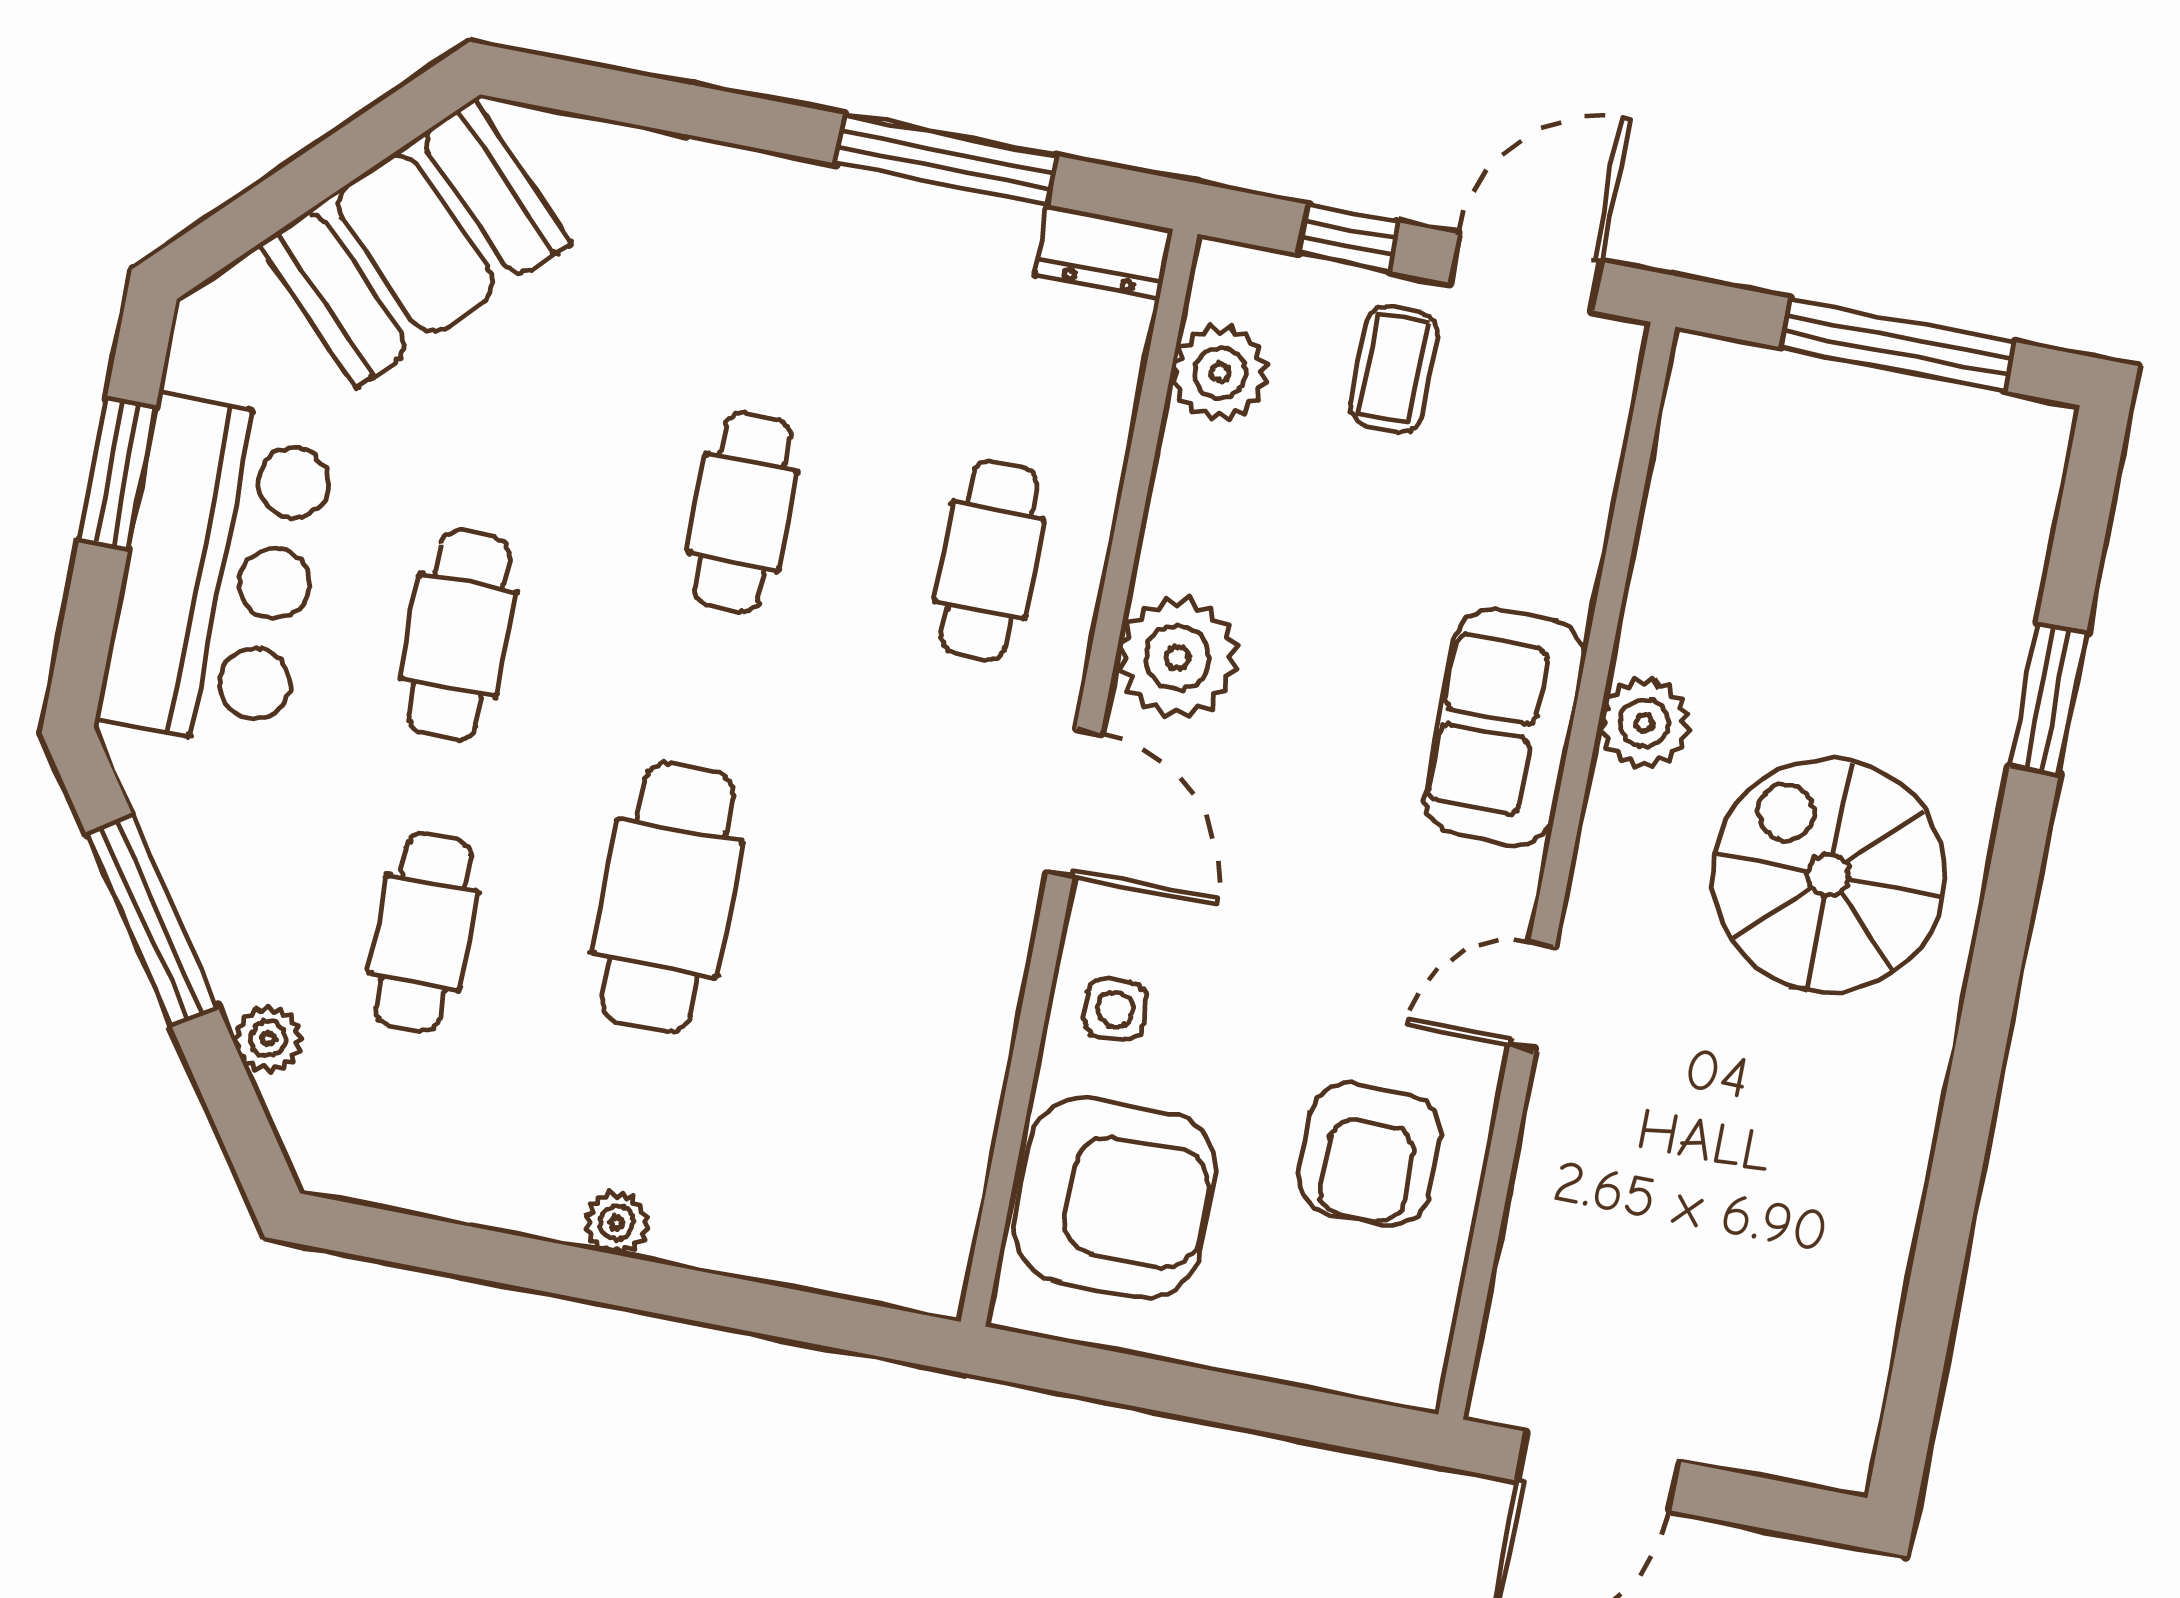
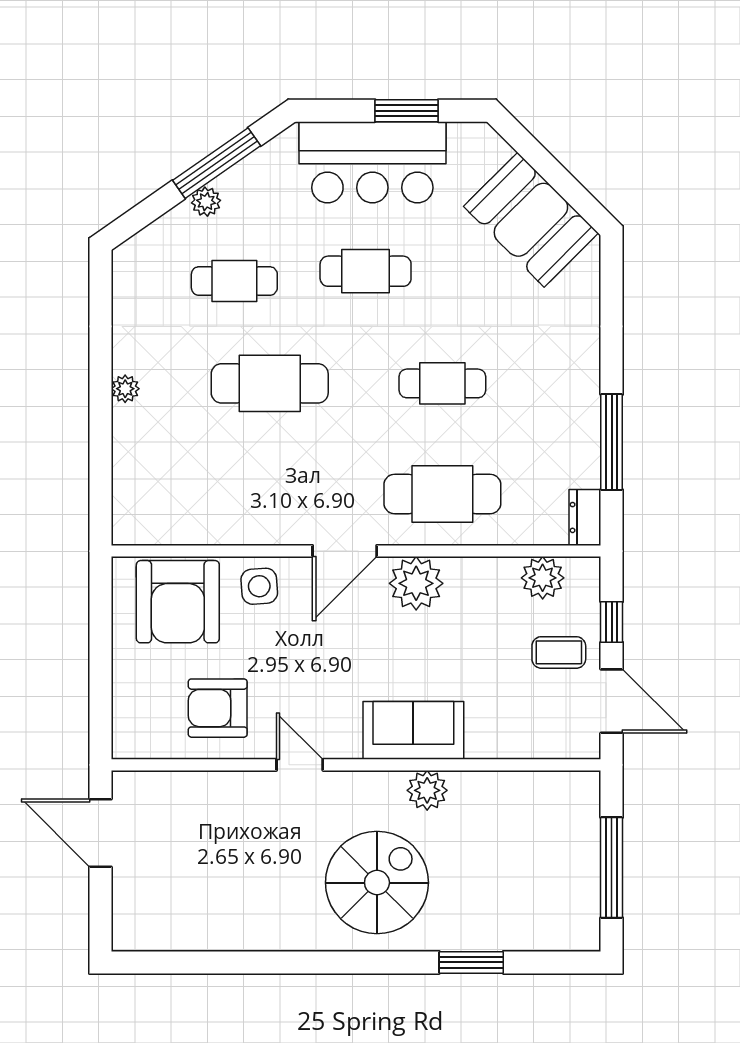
cafe table: (989, 560) -> (442, 494), width x1.37, depth x1.35
side table: (1116, 1009) -> (259, 586), width x1.37, depth x1.37
plant: (268, 1039) -> (206, 202), moved

